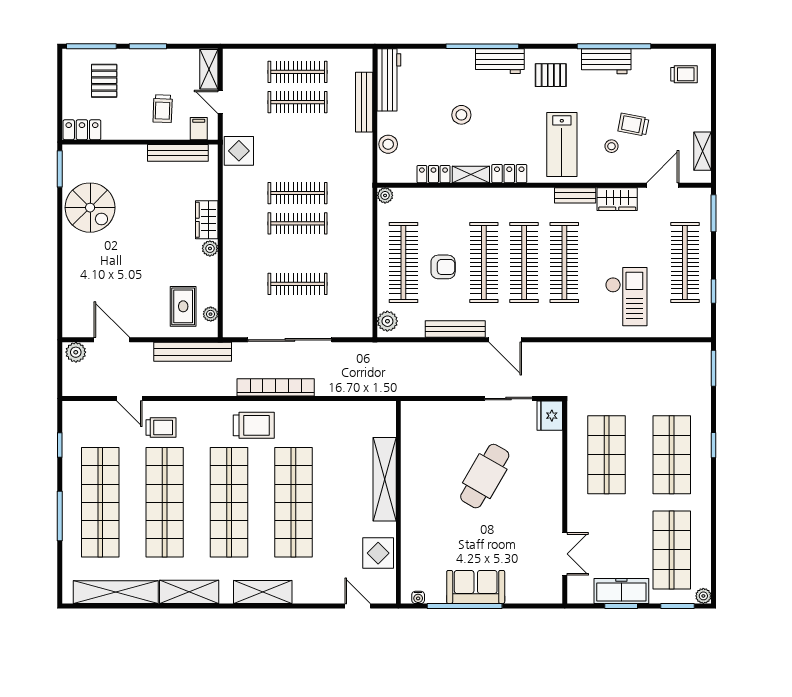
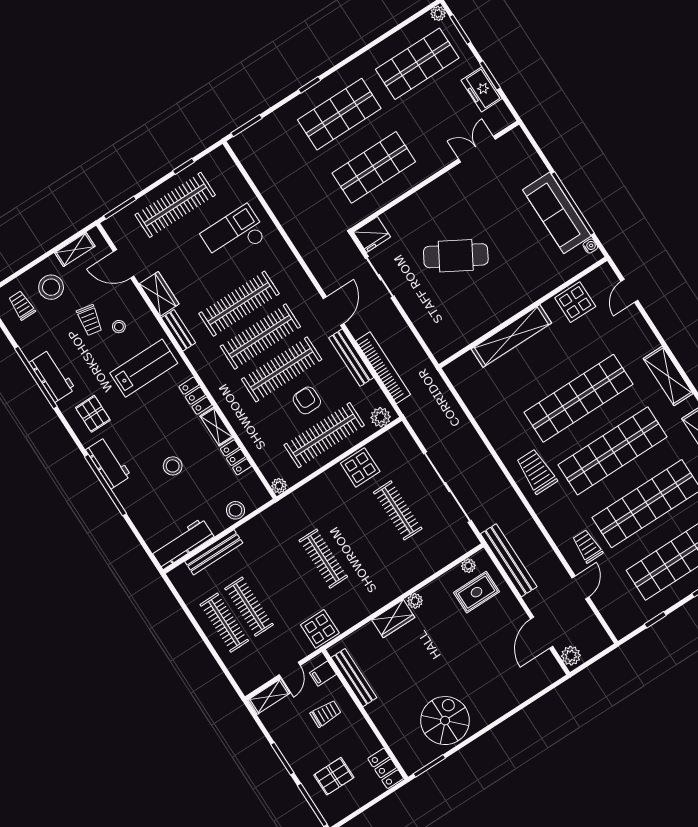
stool: (683, 110) -> (51, 287), added
clothes rail: (298, 223) -> (348, 543), removed
display table: (356, 276) -> (360, 467), added
bookcase: (276, 387) -> (383, 368), moved, turned 180
sofa: (476, 587) -> (557, 213), width x1.36
freezer: (621, 591) -> (482, 89), width x0.71

